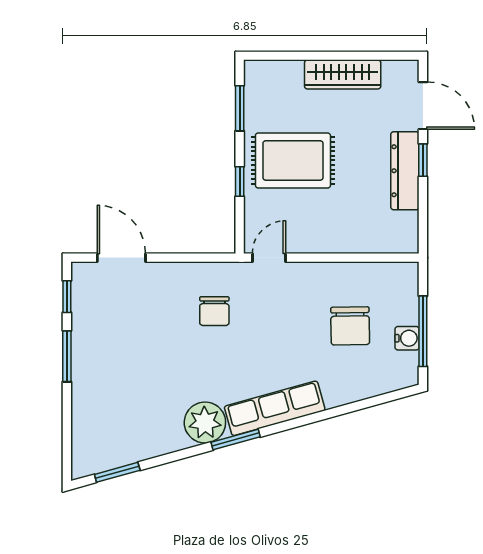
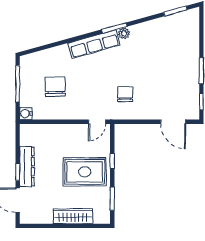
wardrobe: (343, 74) -> (73, 216), moved
water cooler: (407, 338) -> (26, 114), moved
plant: (205, 423) -> (124, 33), width x0.53, depth x0.53

